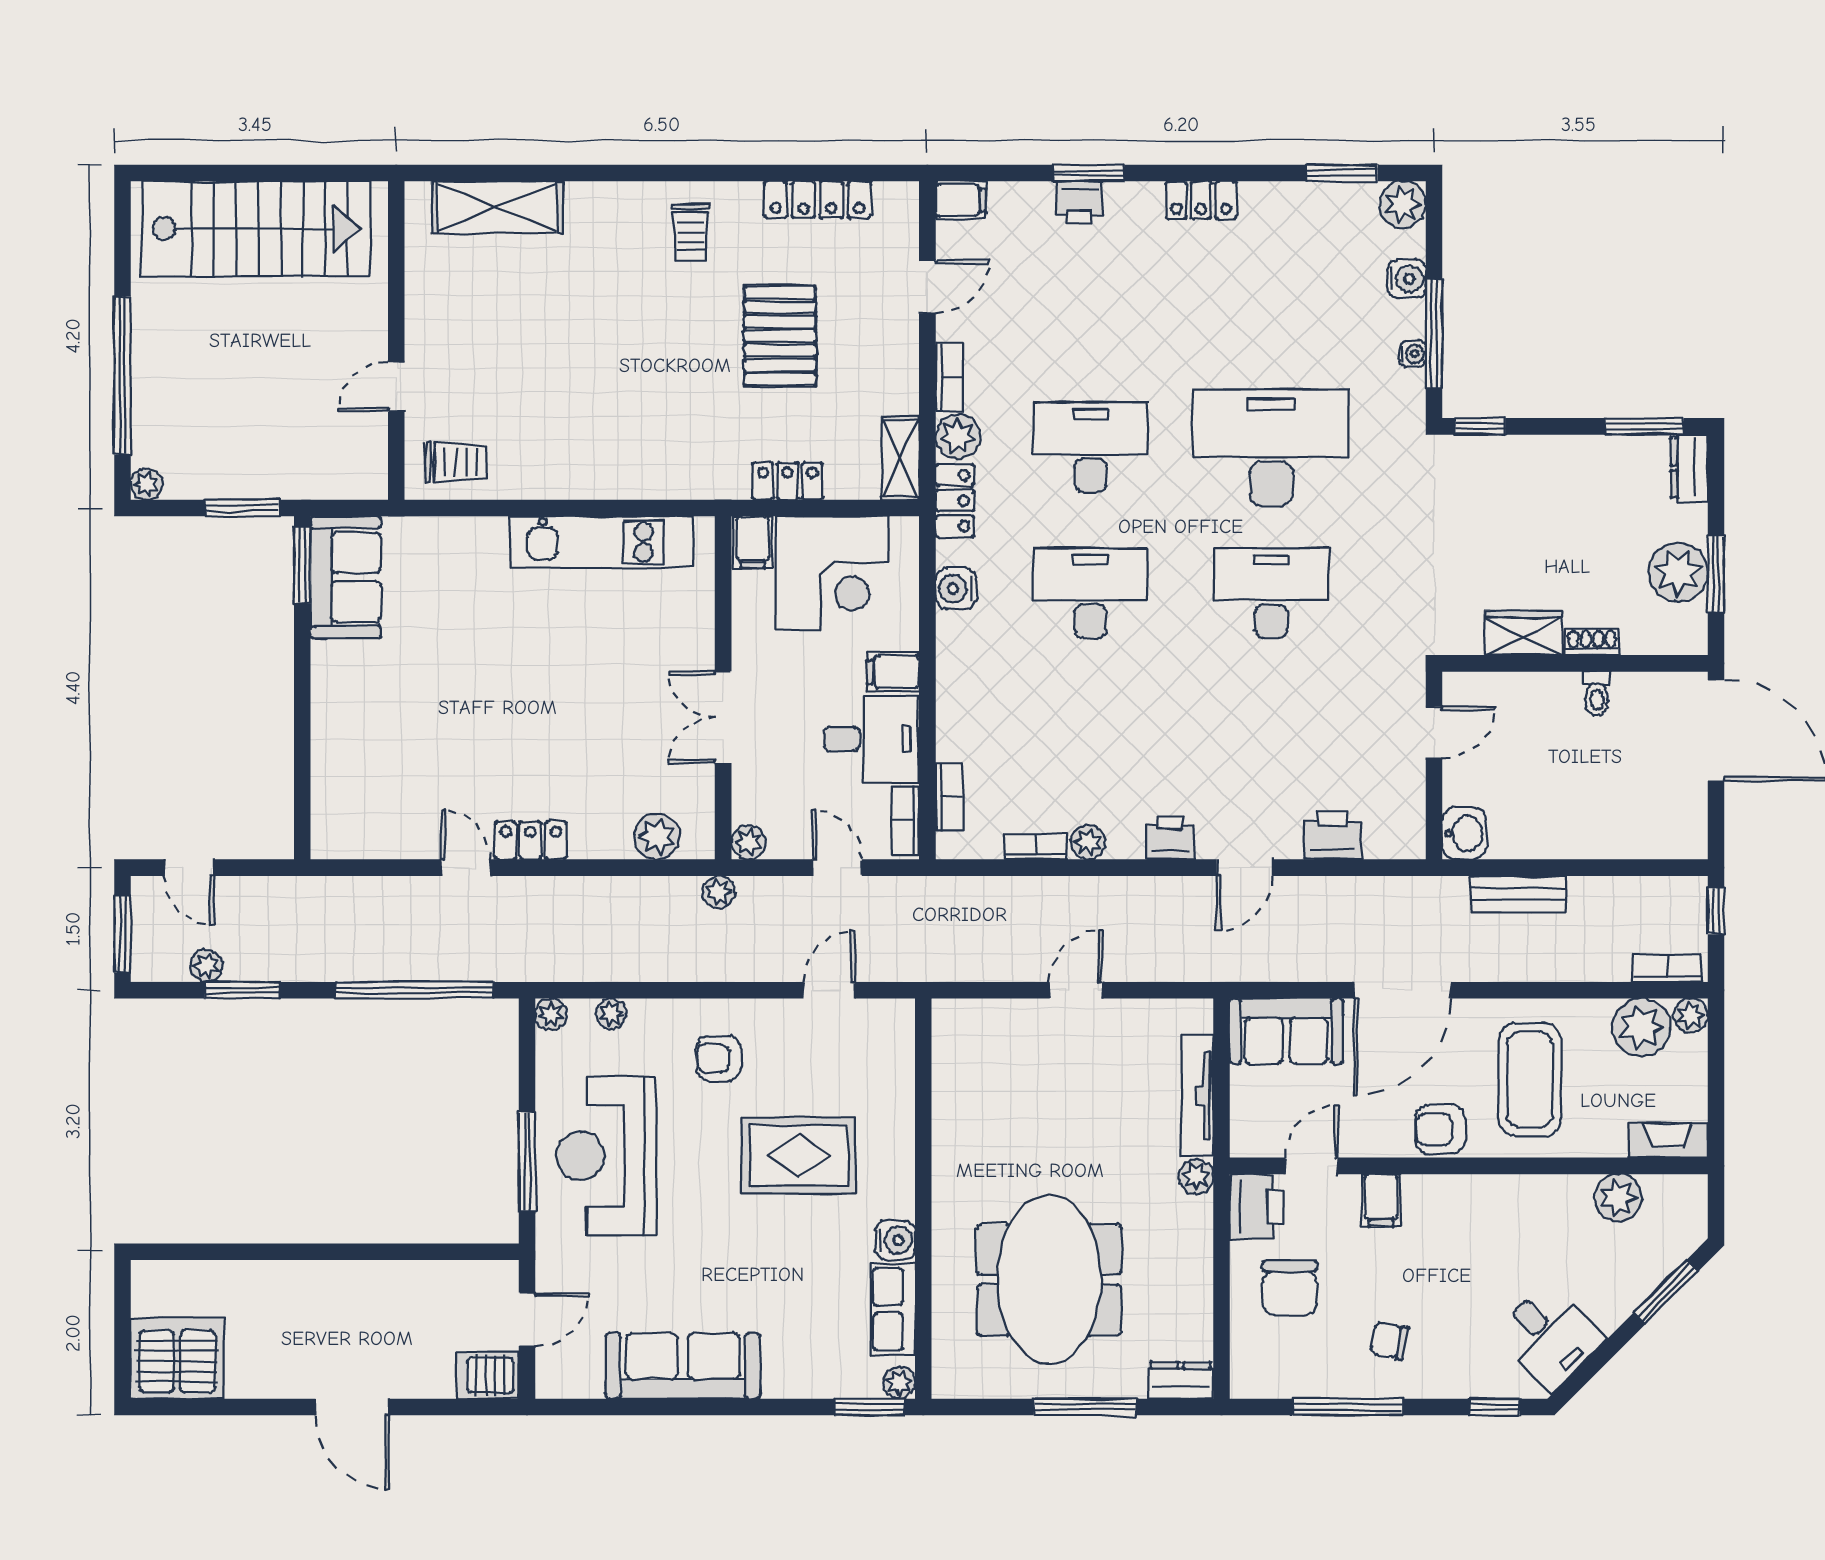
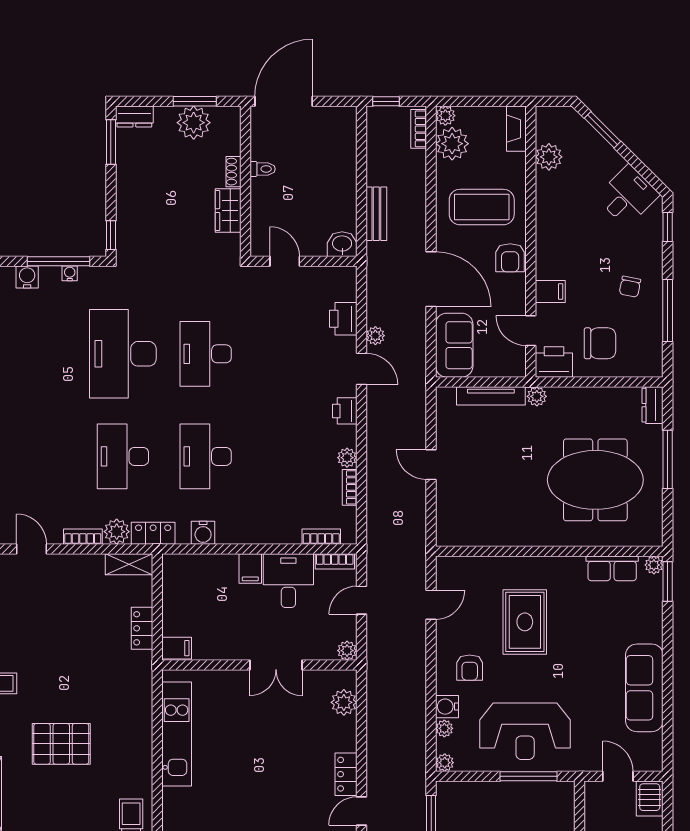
pallet: (780, 336) -> (61, 744), moved
corner desk: (832, 573) -> (194, 603), removed
plant: (718, 892) -> (375, 336), moved
door: (829, 990) -> (431, 605), swing flipped
water cooler: (895, 1240) -> (447, 707), moved, turned -90

